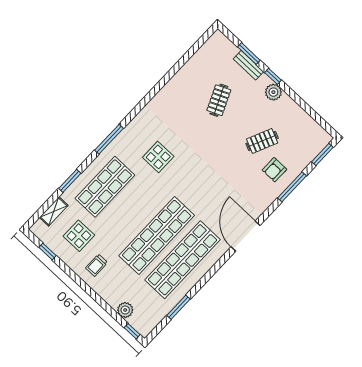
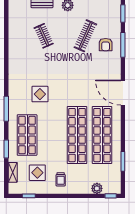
clothes rail: (262, 141) -> (85, 36), width x1.36

